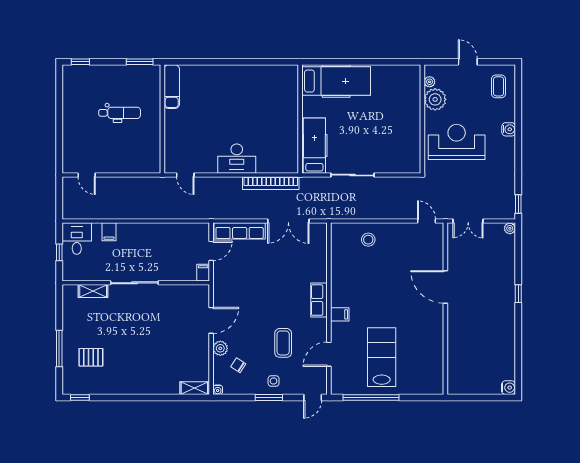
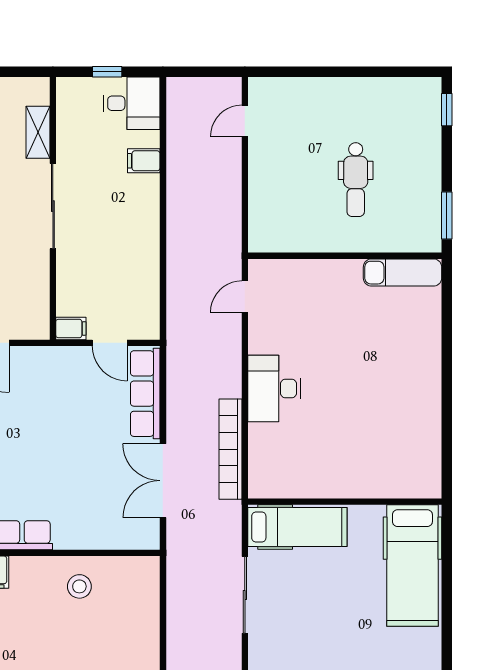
stool: (368, 240) -> (79, 586), moved

